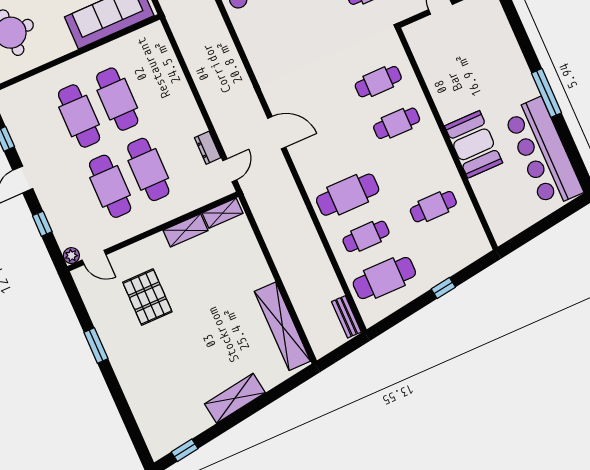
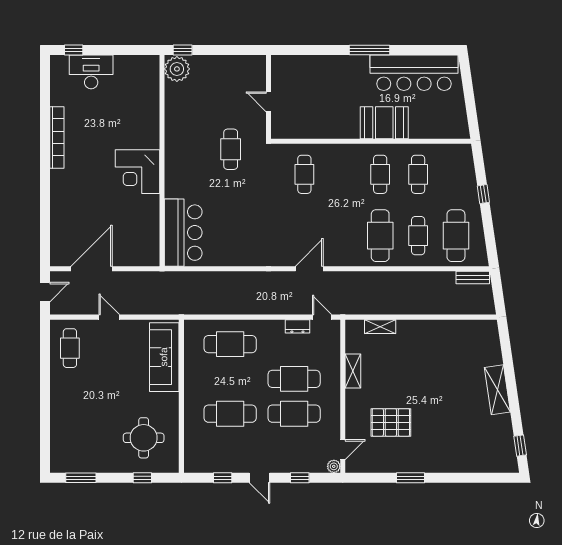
cafe table: (117, 99) -> (230, 344), moved
cafe table: (397, 123) -> (380, 174), moved
shelving: (223, 213) -> (380, 327), moved, turned 90
shelving: (282, 326) -> (458, 329), removed

